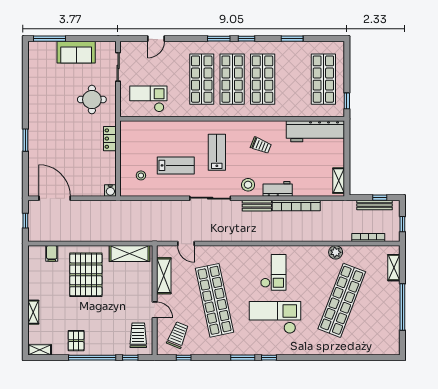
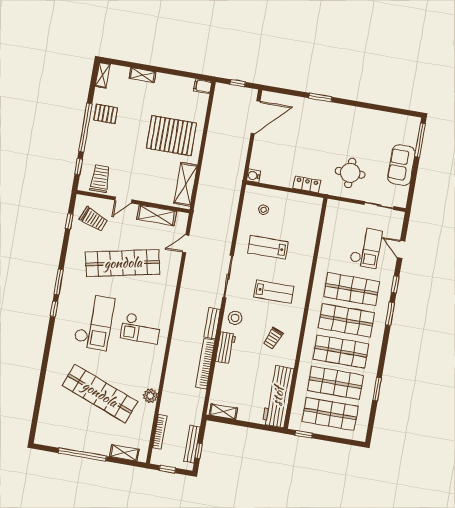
window: (246, 39) -> (395, 284), moved
shop shelf: (293, 79) -> (336, 383), added
checkout: (148, 99) -> (366, 248), moved
lab bench: (176, 165) -> (268, 247), turned 90
filing cabinet: (52, 253) -> (203, 86), moved
trolley: (138, 335) -> (100, 179), turned -90

